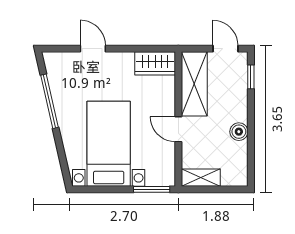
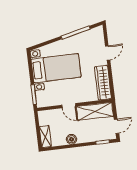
wardrobe: (155, 63) -> (103, 83), width x1.50
door: (178, 129) -> (69, 106), swing flipped
shelving: (201, 178) -> (45, 137), moved

